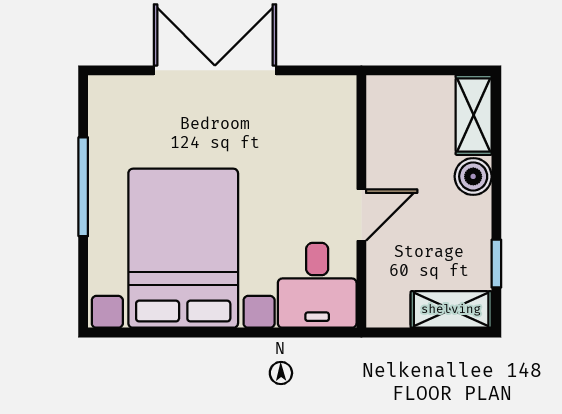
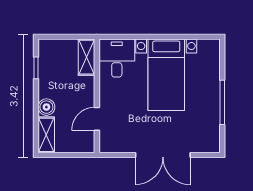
door: (361, 215) -> (97, 119), moved
bed with nightstands: (183, 248) -> (166, 75), width x0.73
shelving: (451, 309) -> (86, 57), moved, turned 90

